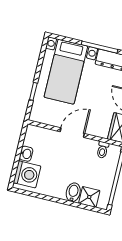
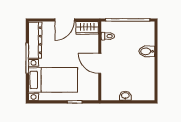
washing machine: (27, 174) -> (141, 91), removed
shower: (89, 197) -> (147, 38), removed

